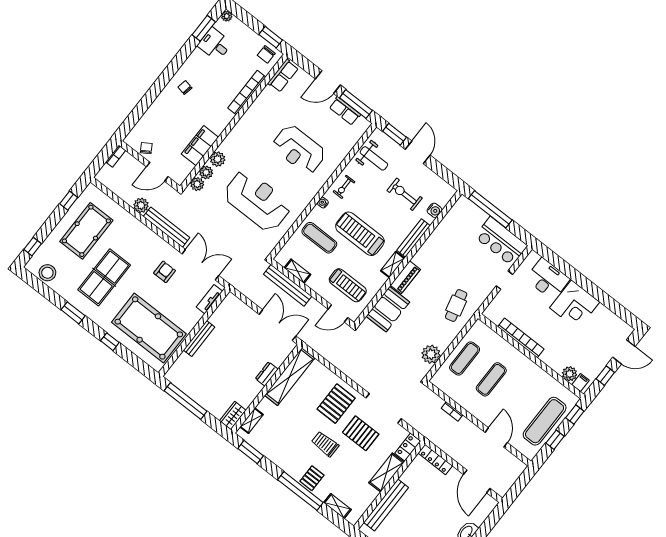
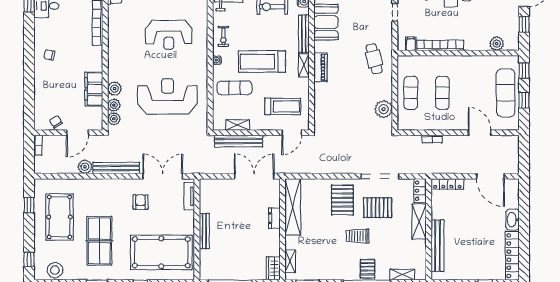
booth: (388, 309) -> (326, 22), moved
filing cabinet: (580, 383) -> (411, 44), moved

